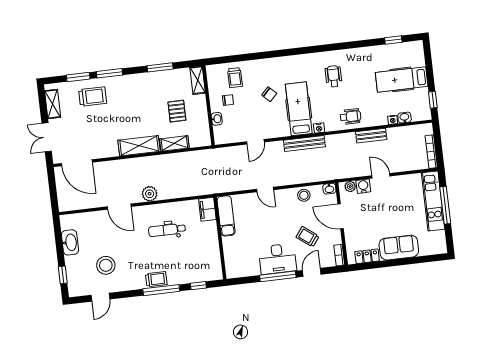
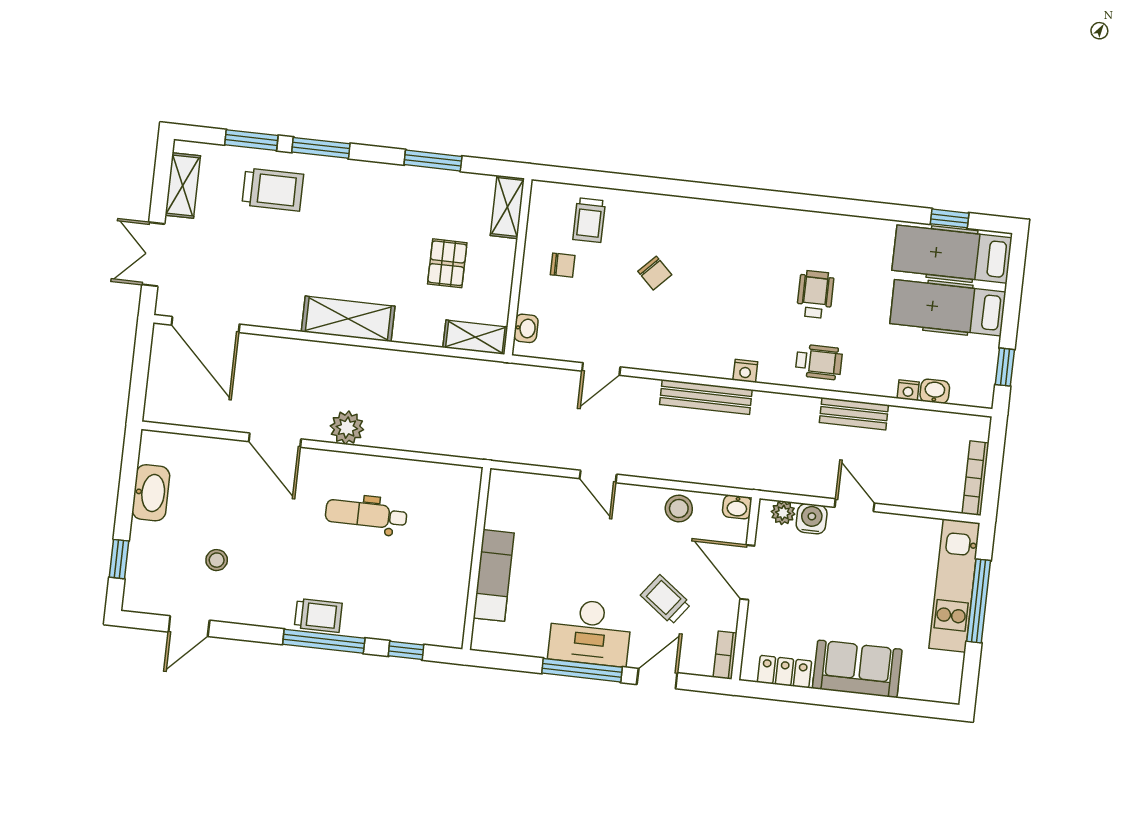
wheelchair: (334, 76) -> (815, 294), moved
hospital bed: (299, 109) -> (952, 254), moved, turned -90
washbasin: (217, 119) -> (526, 328), moved
shelving: (174, 143) -> (475, 337), moved
filing cabinet: (207, 209) -> (464, 490), removed
exam couch: (226, 216) -> (494, 575), moved
stool: (106, 265) -> (217, 560), width x0.53, depth x0.53

